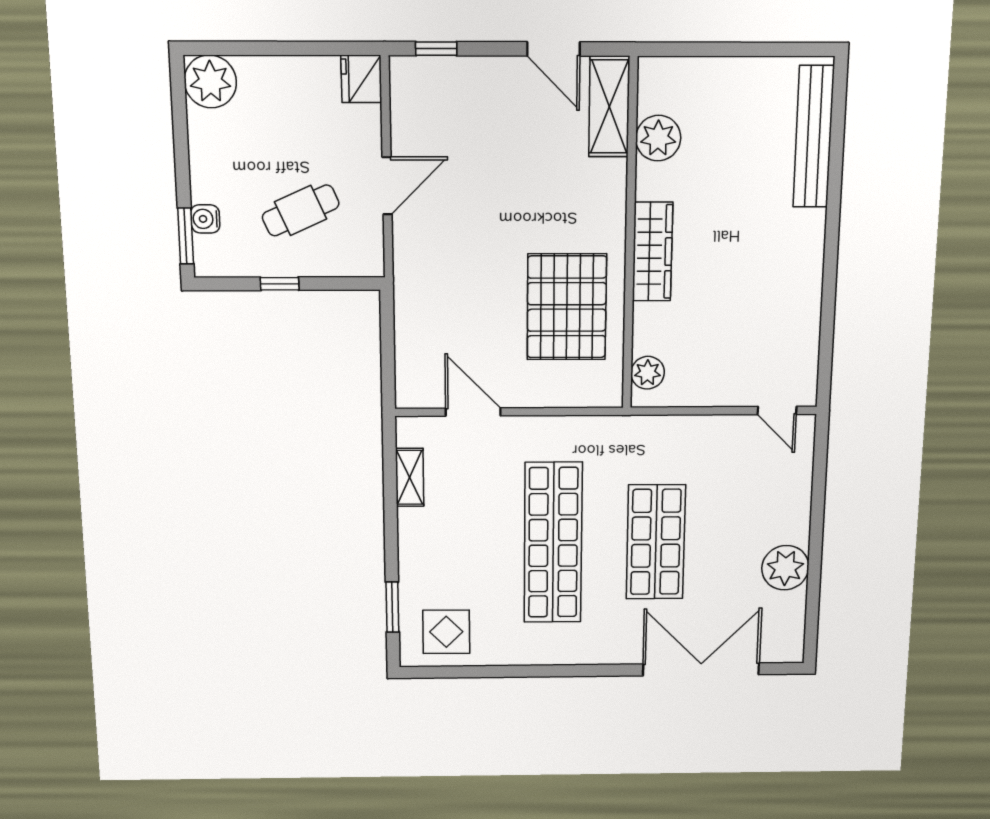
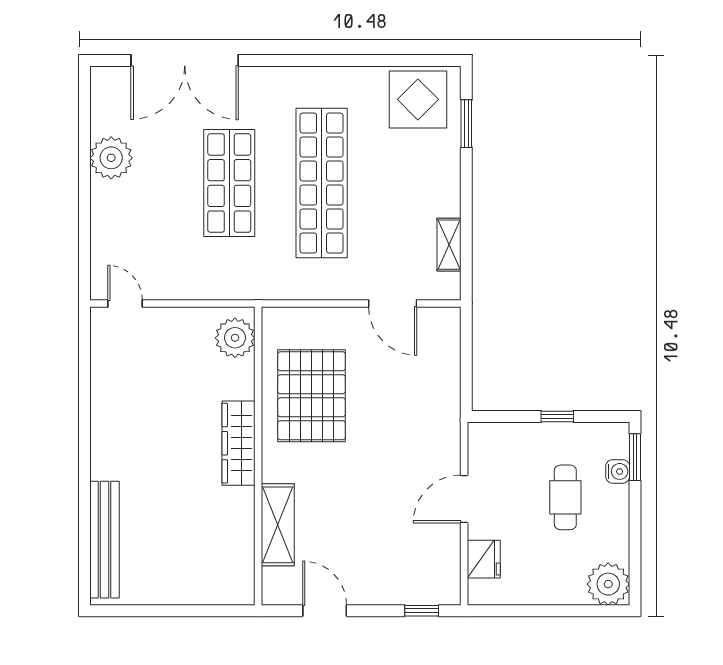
fridge: (361, 79) -> (484, 559), moved
shelving: (609, 107) -> (278, 525), moved
plant: (658, 138) -> (236, 538), removed
cafe table: (301, 210) -> (565, 497), moved, turned -66
plant: (648, 373) -> (235, 338), width x1.36, depth x1.36
display table: (446, 632) -> (418, 99), width x1.36, depth x1.36

